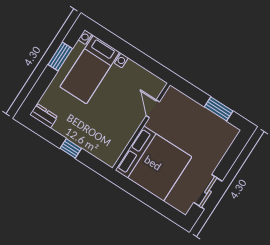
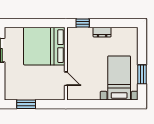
dresser: (44, 116) -> (102, 32), moved
window: (71, 148) -> (83, 23), moved

